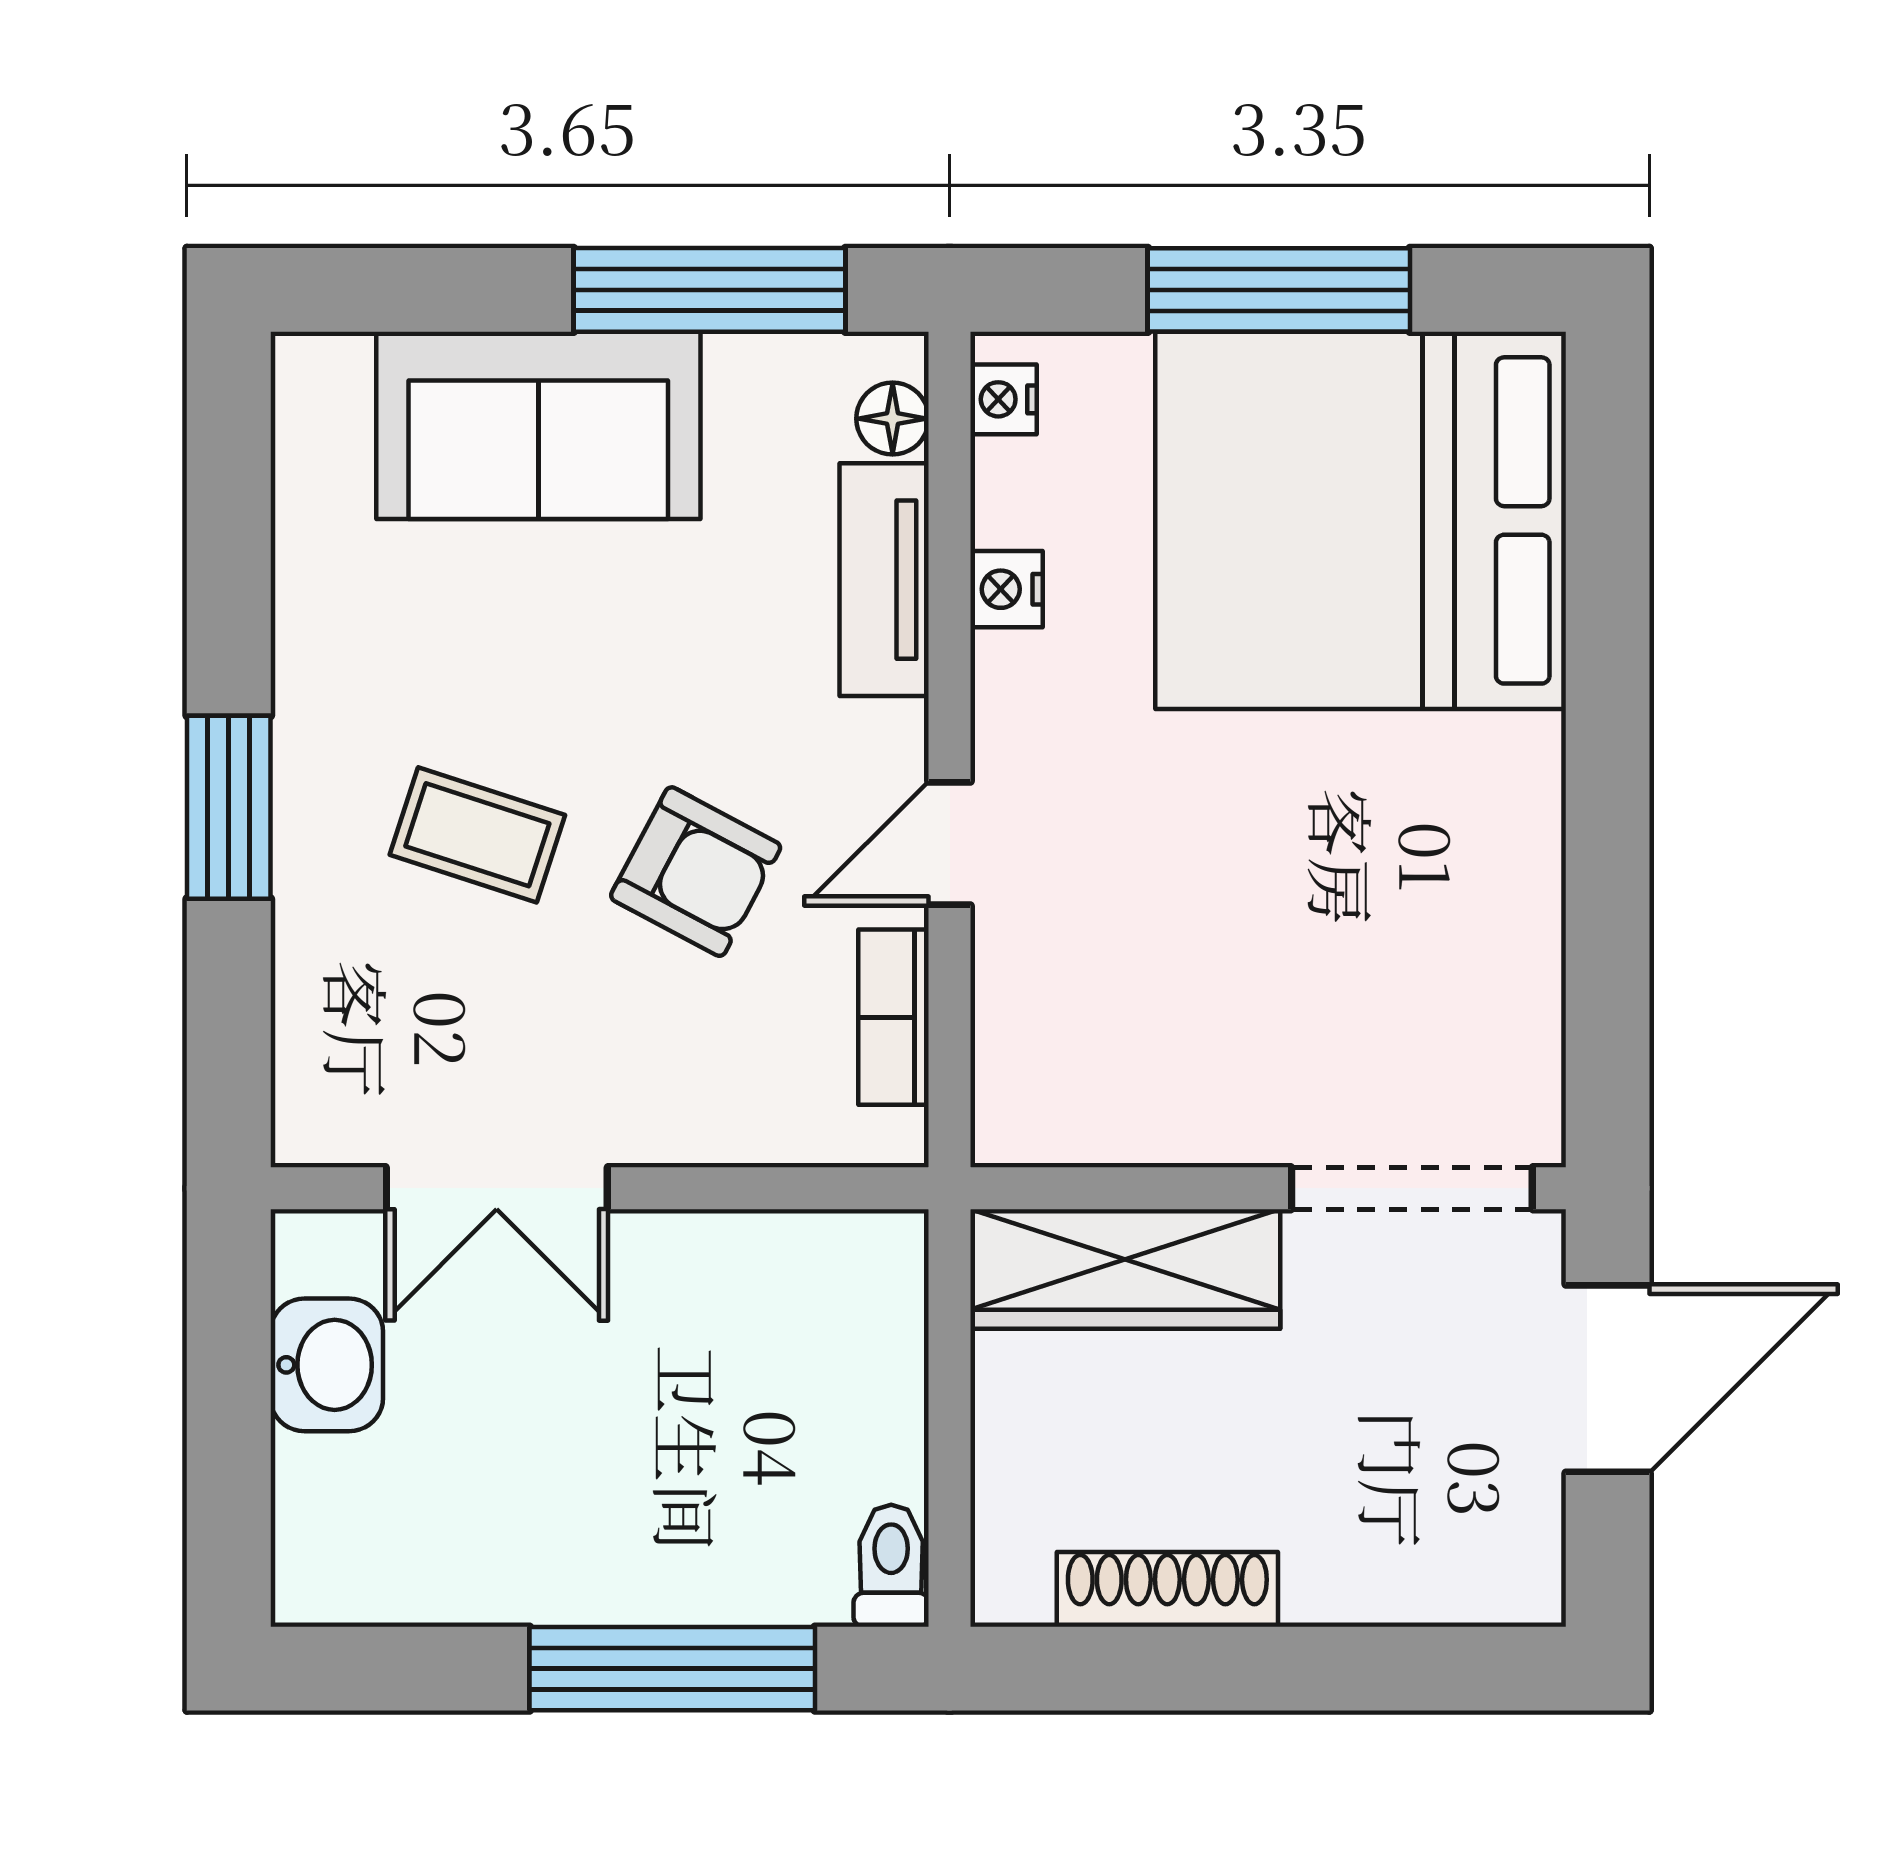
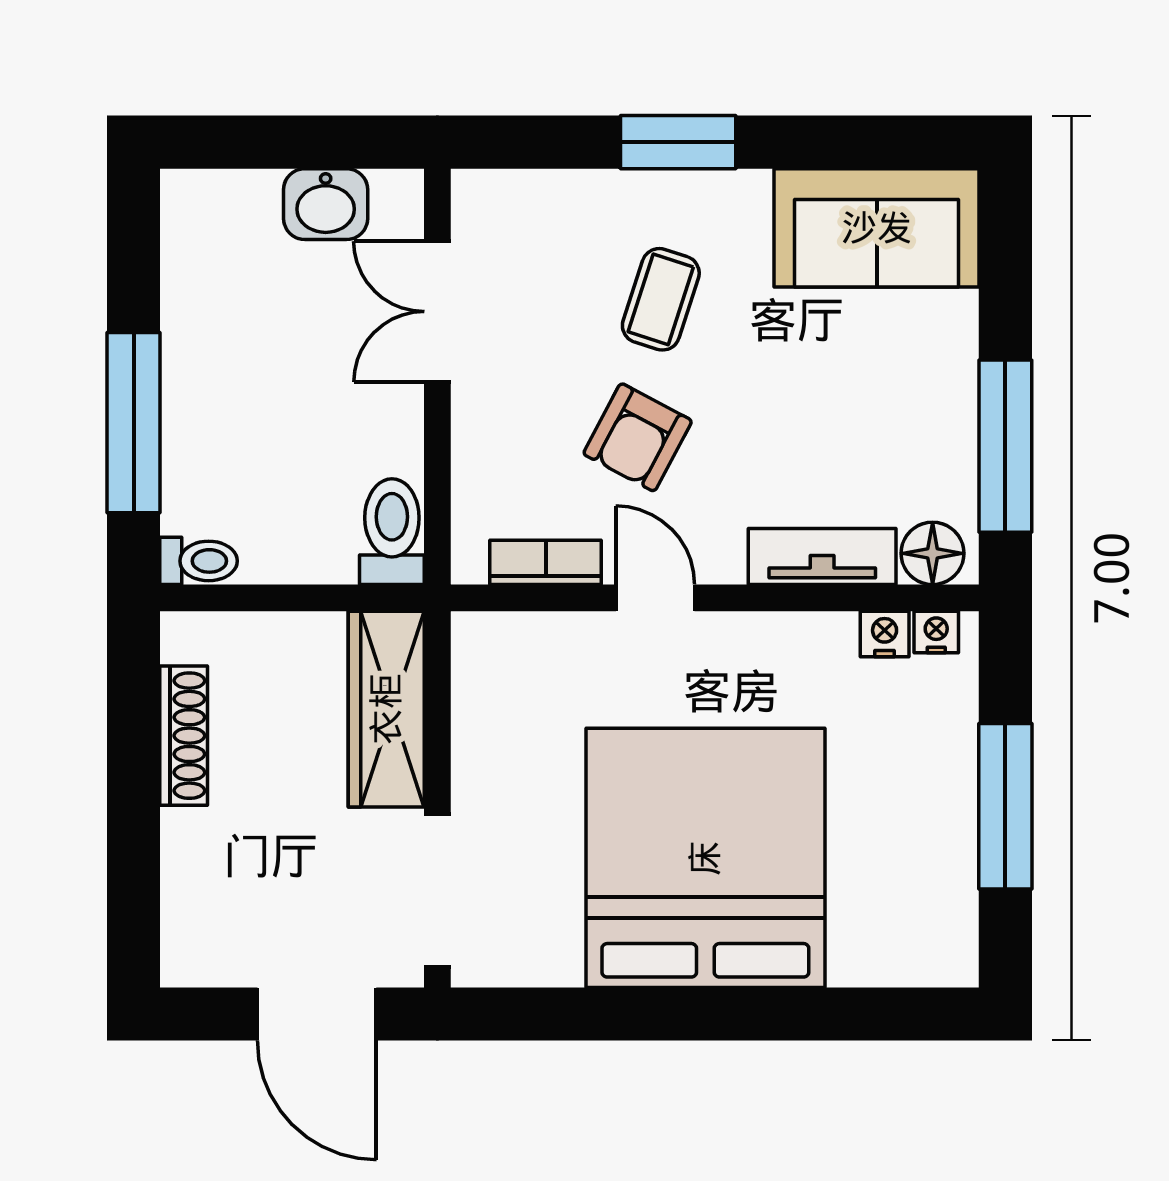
floor lamp: (893, 419) -> (933, 553), width x1.37, depth x1.37
sofa: (538, 425) -> (877, 228), moved, turned -90
bed: (1361, 520) -> (705, 858), moved
nightstand: (1007, 589) -> (885, 634), moved
toilet: (845, 1260) -> (392, 532), added

